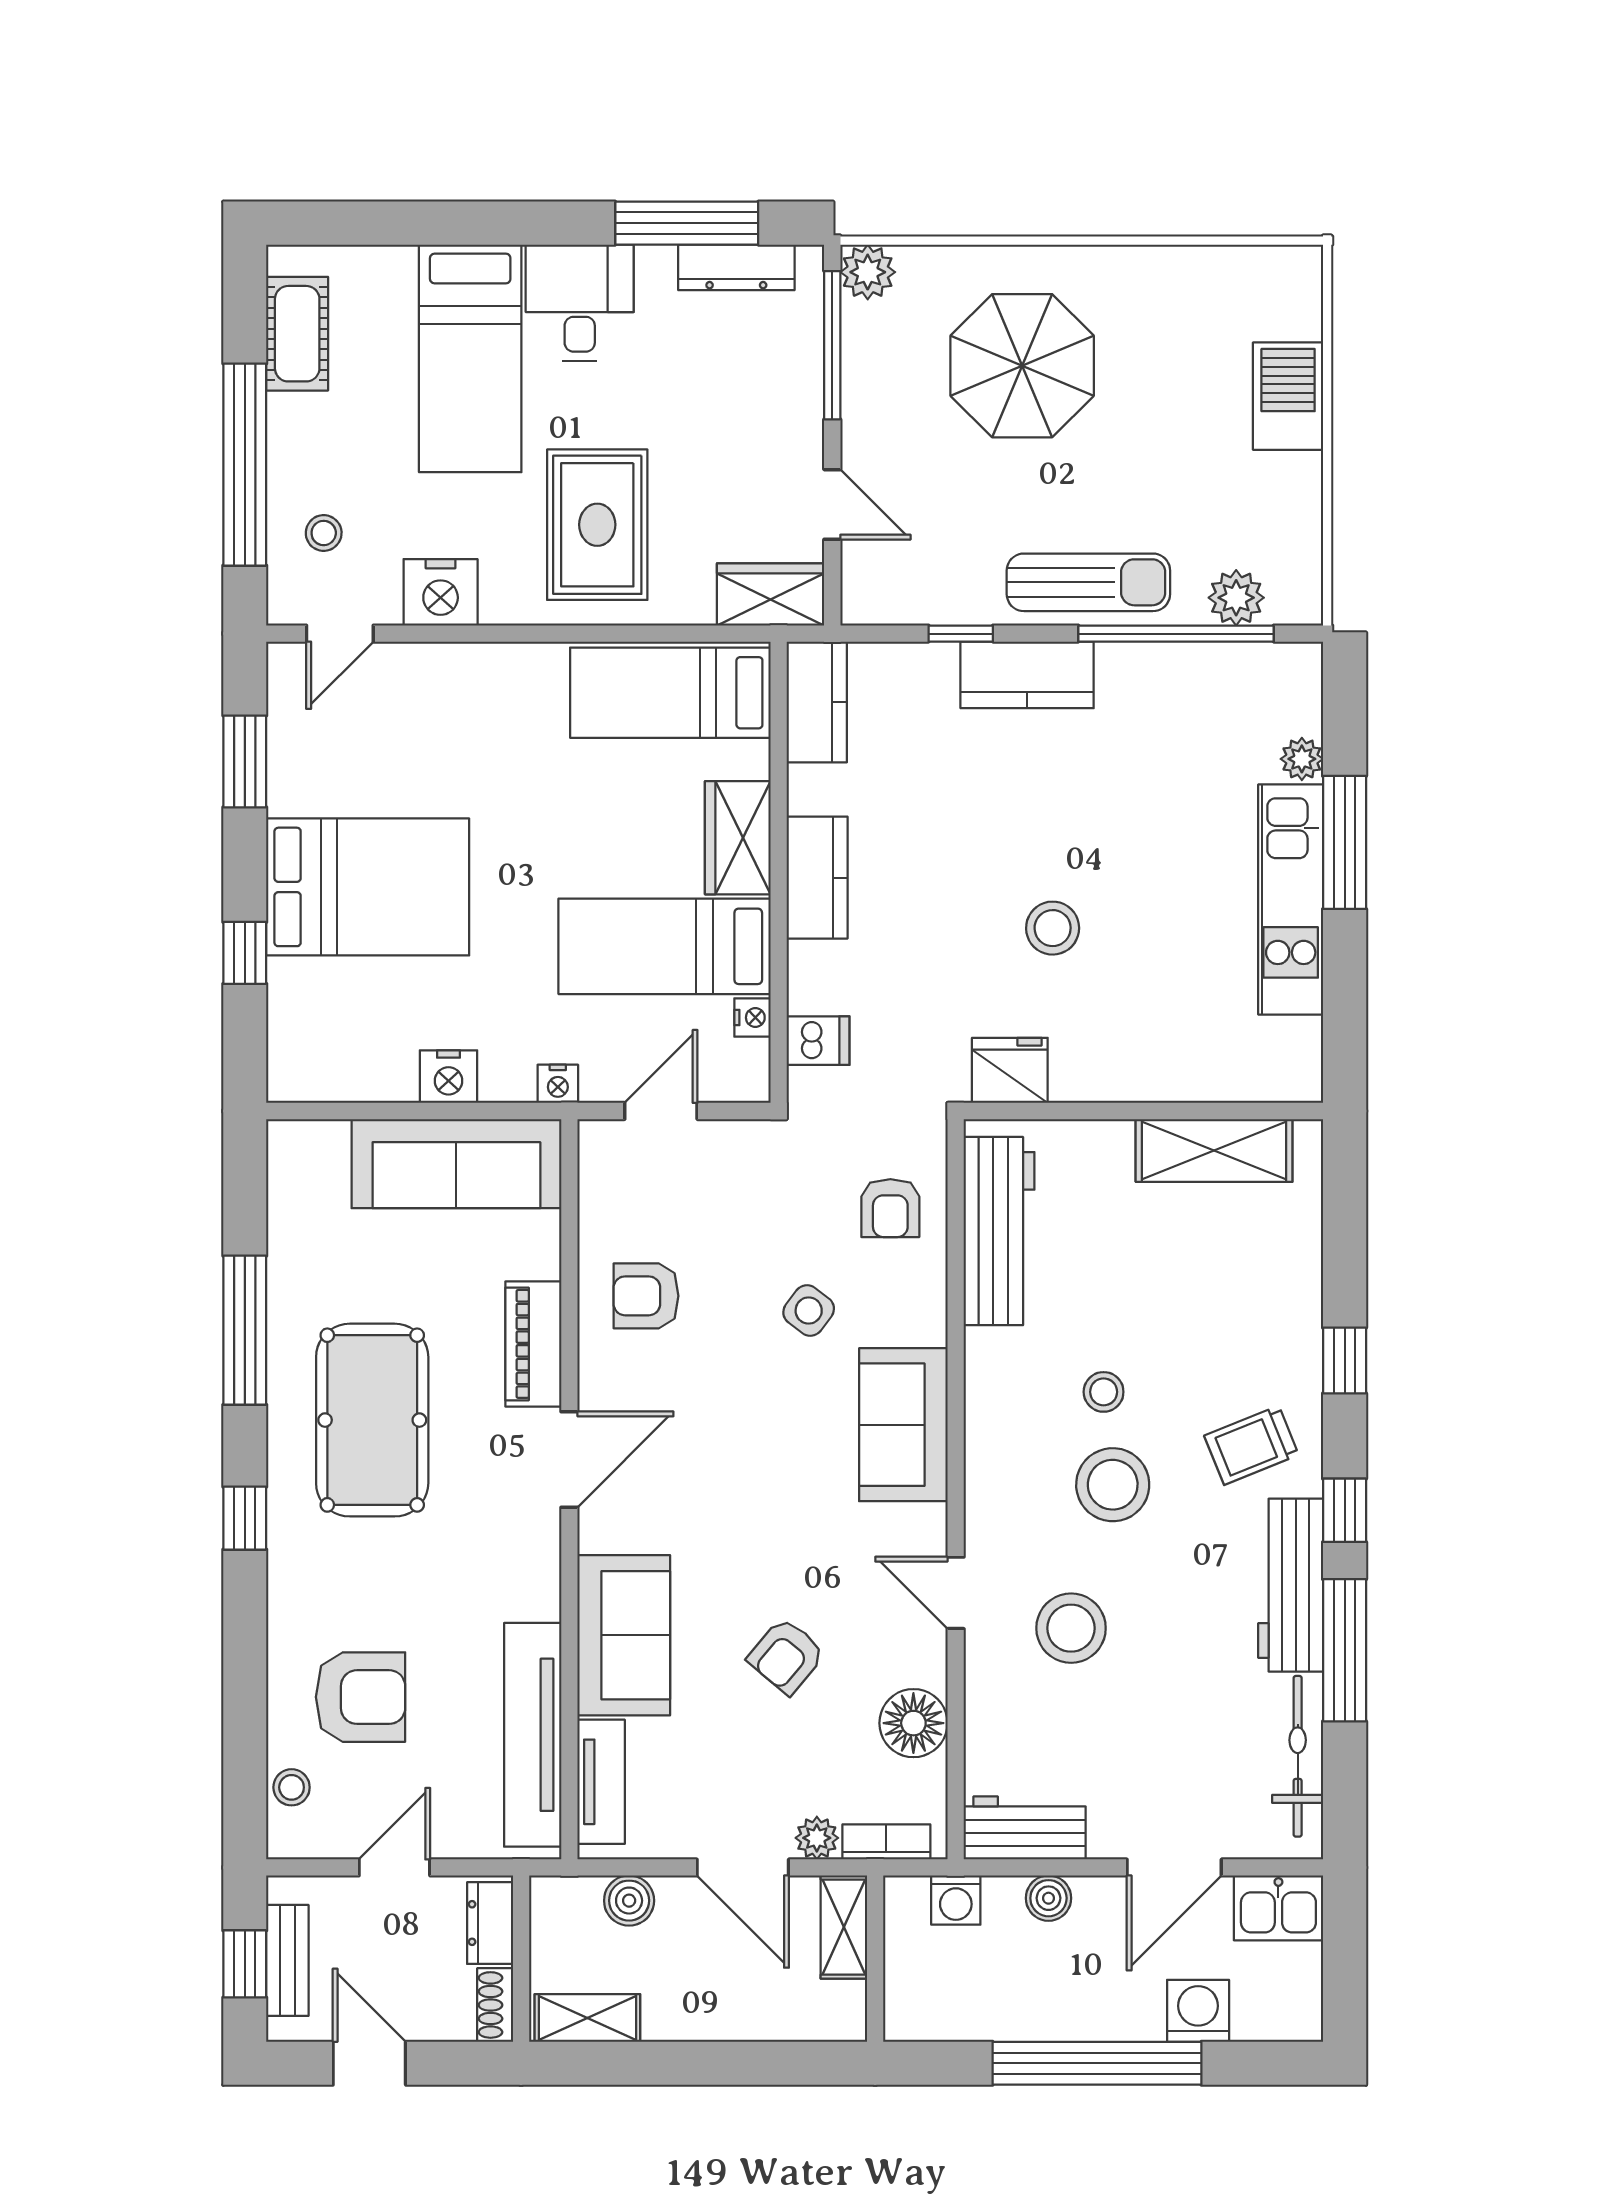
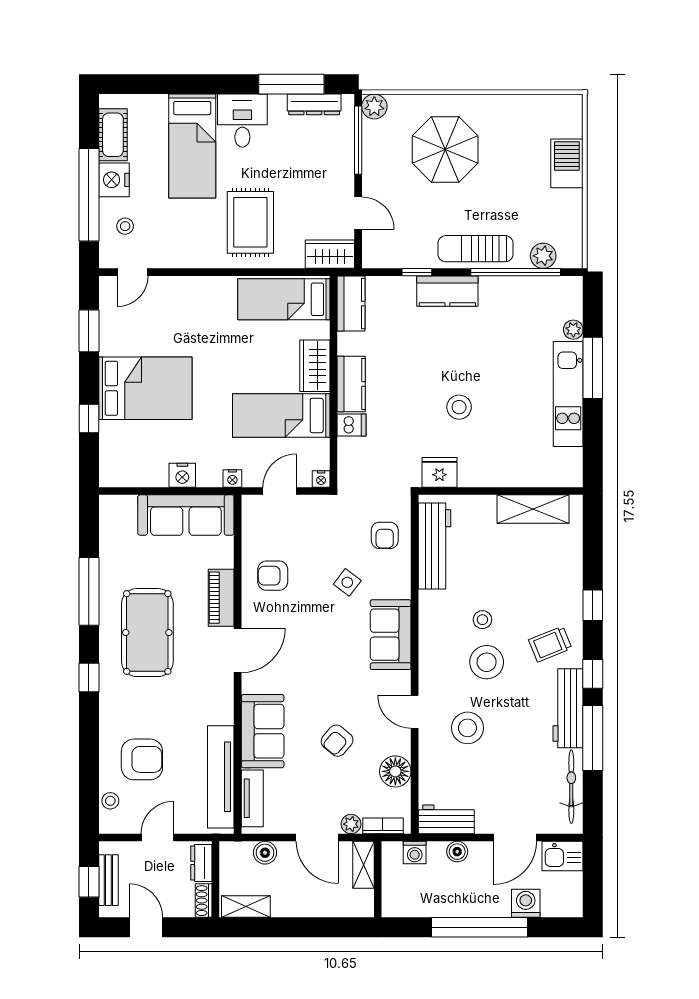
sun lounger: (1088, 582) -> (475, 249), turned 180
nightstand: (441, 592) -> (114, 180), moved, turned 90
nightstand: (752, 1018) -> (321, 479), moved, turned 90
dishwasher: (818, 1041) -> (352, 425), moved

